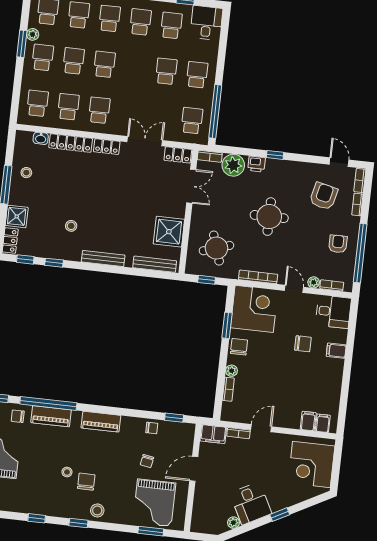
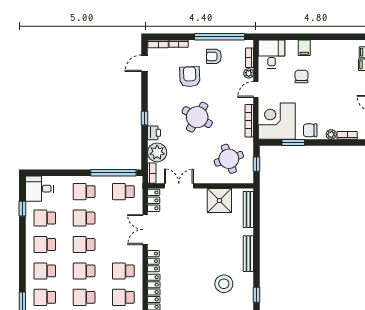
school desk: (135, 68) -> (84, 244), added
armchair: (324, 196) -> (190, 77), moved, turned 75
round table: (269, 217) -> (197, 117), turned 30
stool: (71, 226) -> (224, 284), width x1.89, depth x1.89

